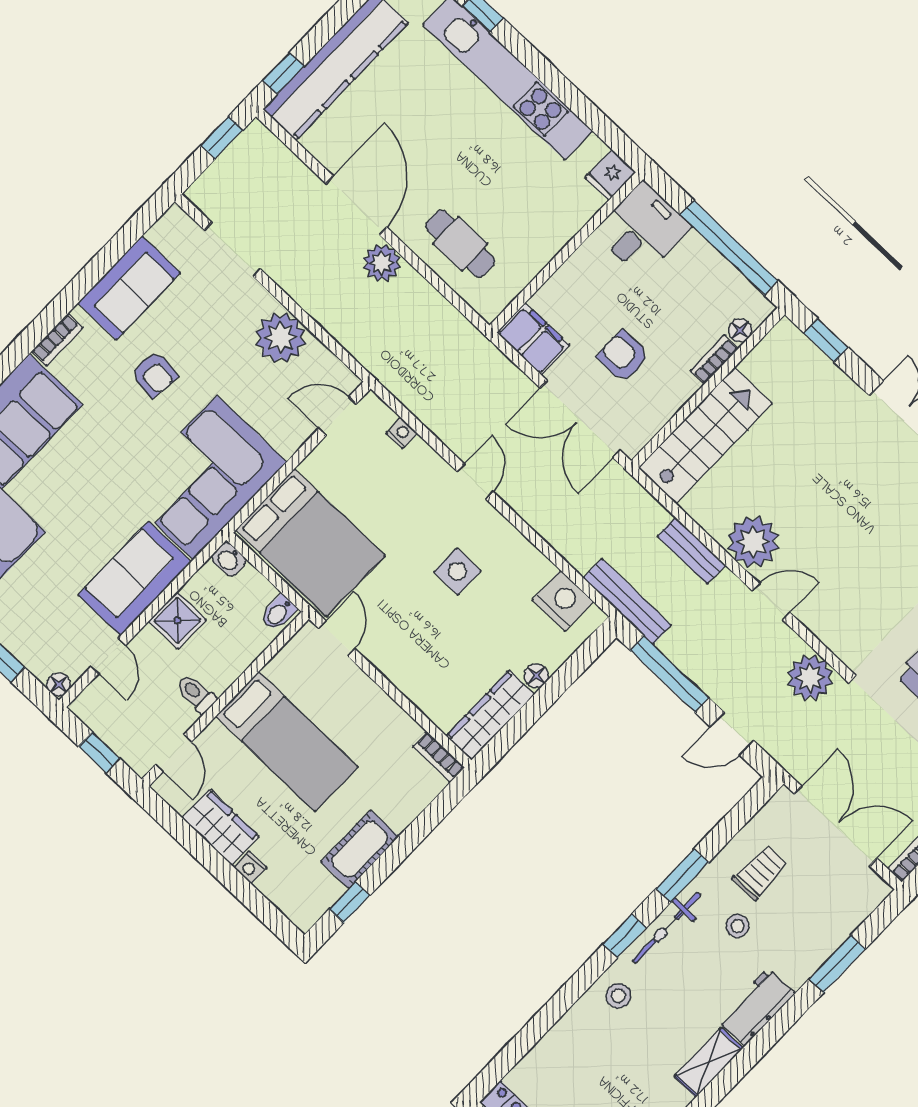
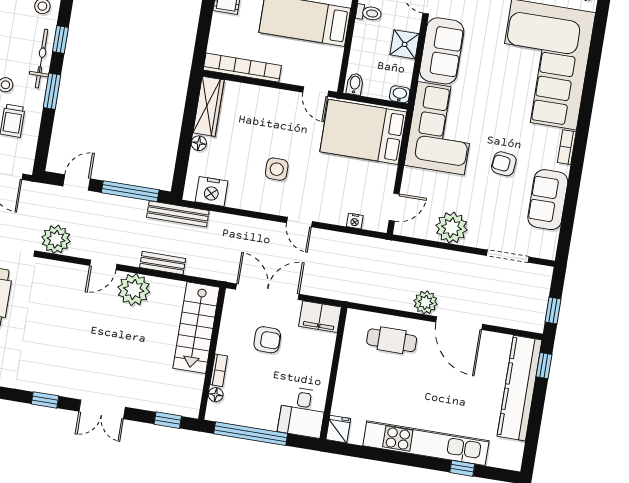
bookcase: (439, 757) -> (242, 68), width x2.31, depth x1.31

